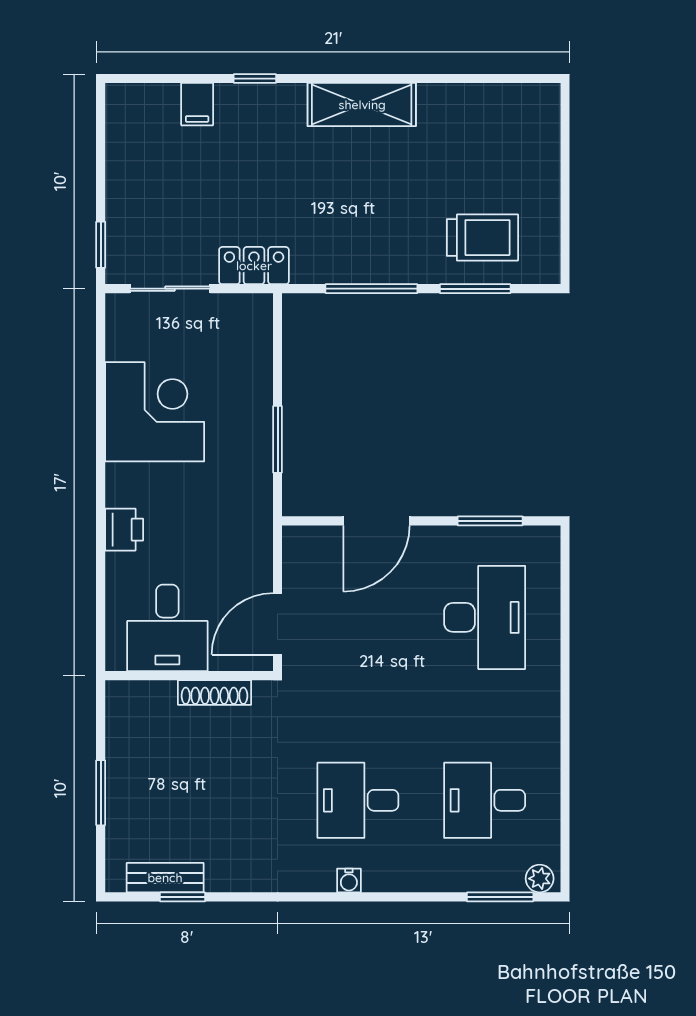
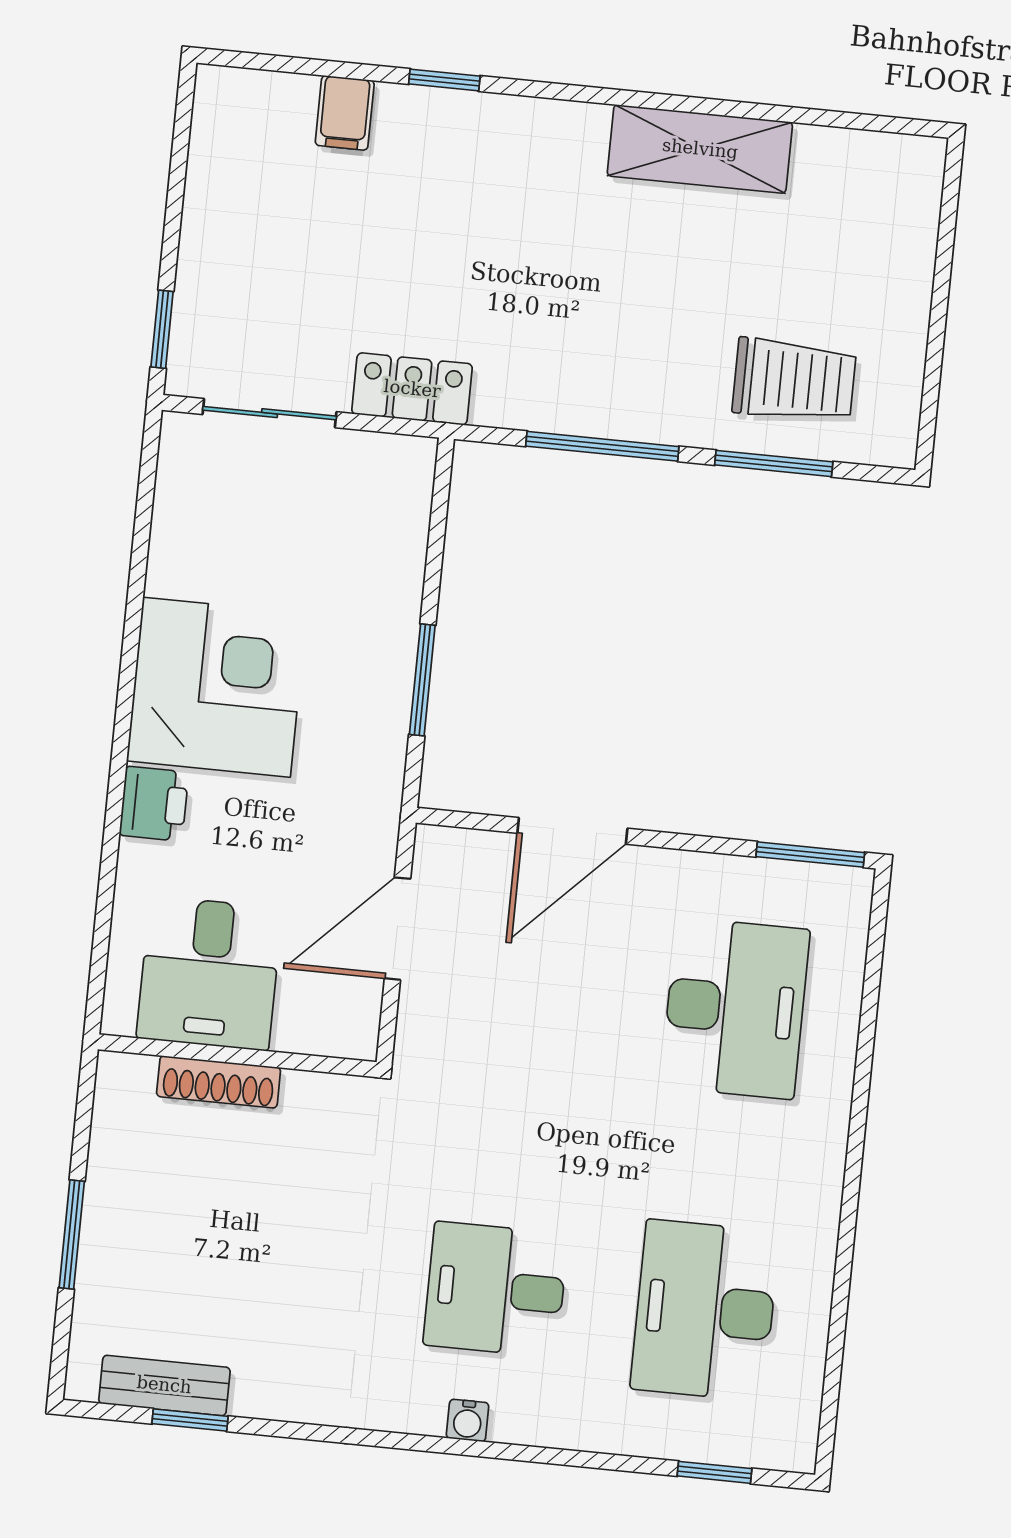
shelving: (362, 105) -> (700, 149), moved
corner desk: (155, 412) -> (217, 687), moved
window: (490, 521) -> (810, 855), moved
door: (278, 624) -> (397, 929), moved
shoe rack: (215, 693) -> (219, 1082), moved
desk: (485, 800) -> (705, 1310), width x1.37
plant: (540, 879) -> (783, 1449), removed
window: (500, 897) -> (714, 1472), width x0.67

